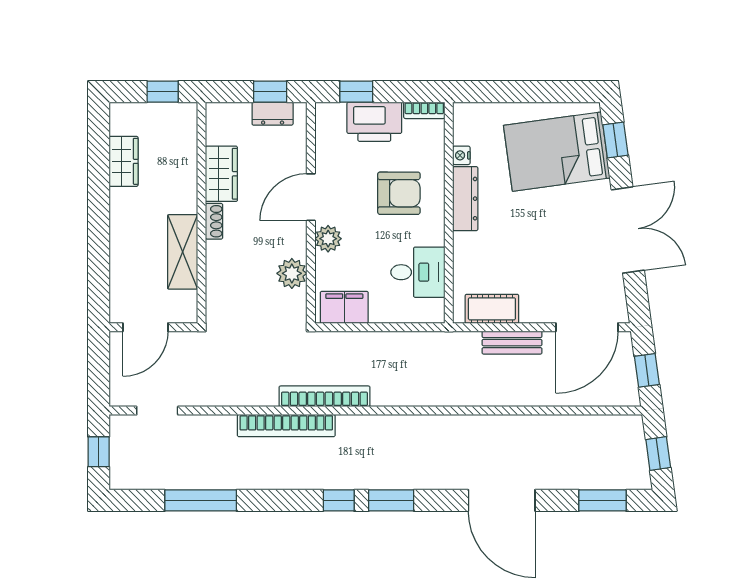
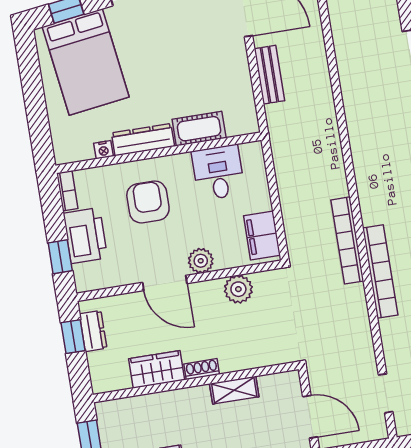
shelving: (183, 252) -> (234, 390), width x0.67, depth x0.75
cot: (492, 309) -> (199, 129), moved, turned 90

